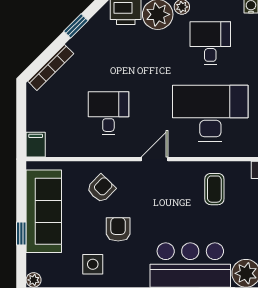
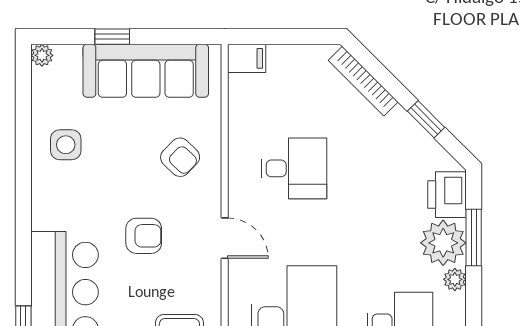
armchair: (118, 229) -> (144, 236), moved

